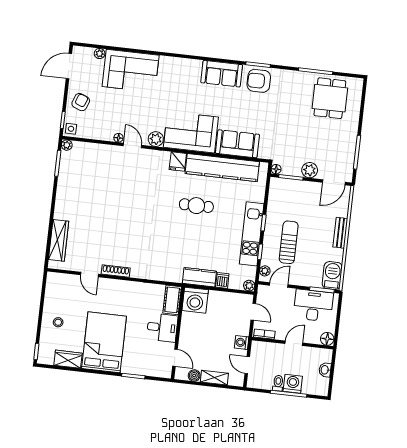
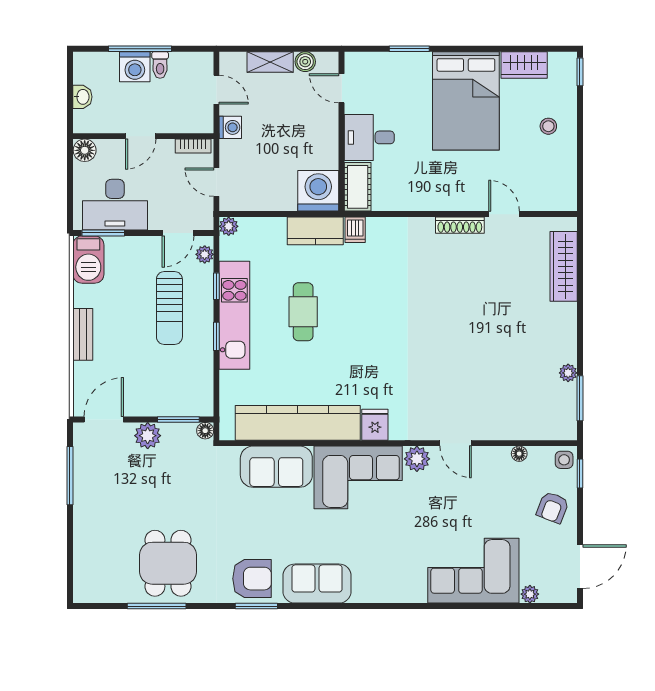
dining table: (330, 98) -> (168, 563), moved
floor lamp: (118, 138) -> (519, 454), moved
plant: (67, 145) -> (568, 373), moved
cafe table: (196, 206) -> (303, 312), moved, turned 90
dishwasher: (222, 280) -> (355, 230), moved

